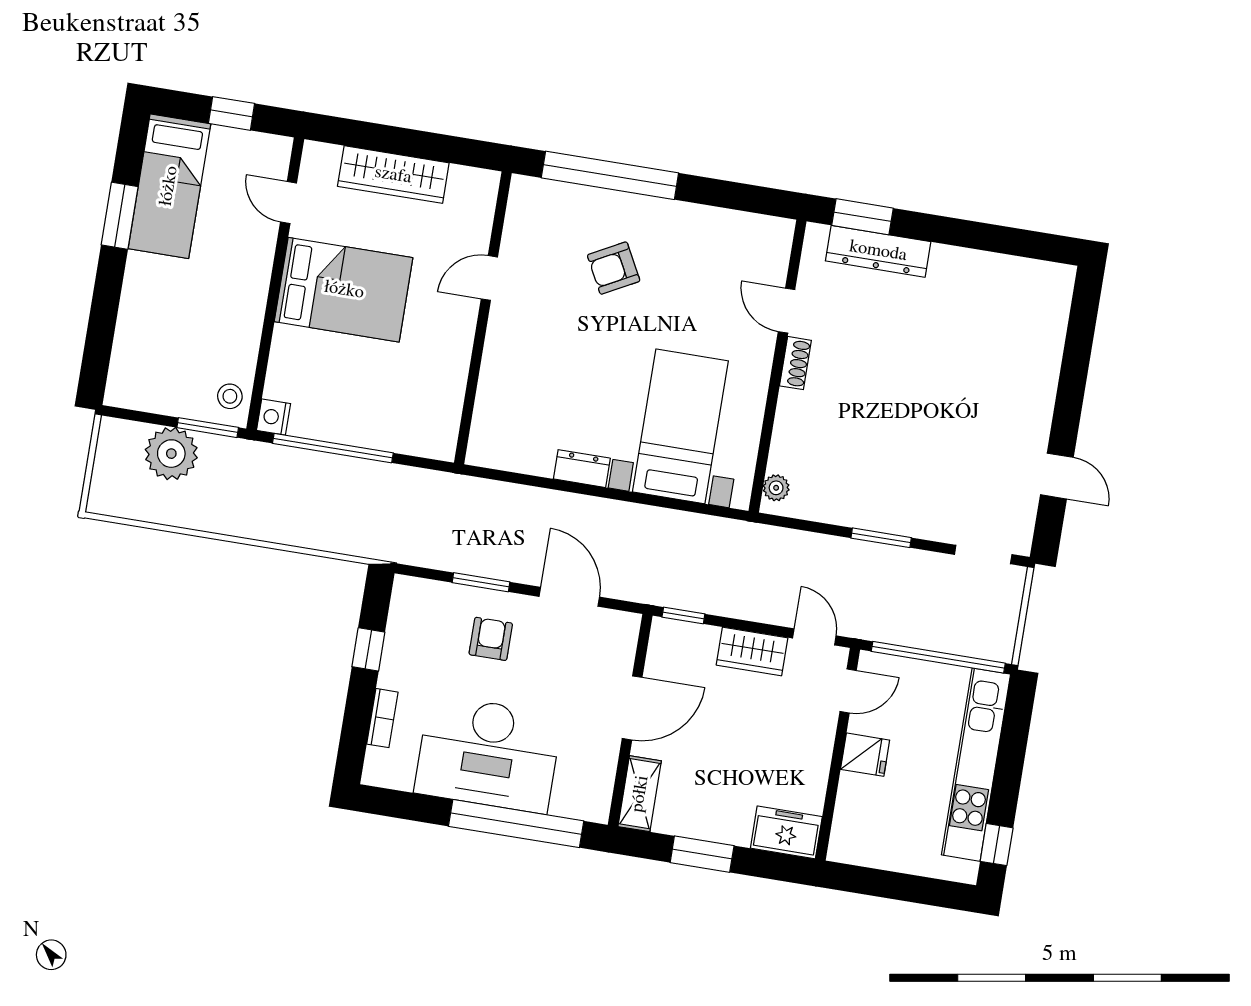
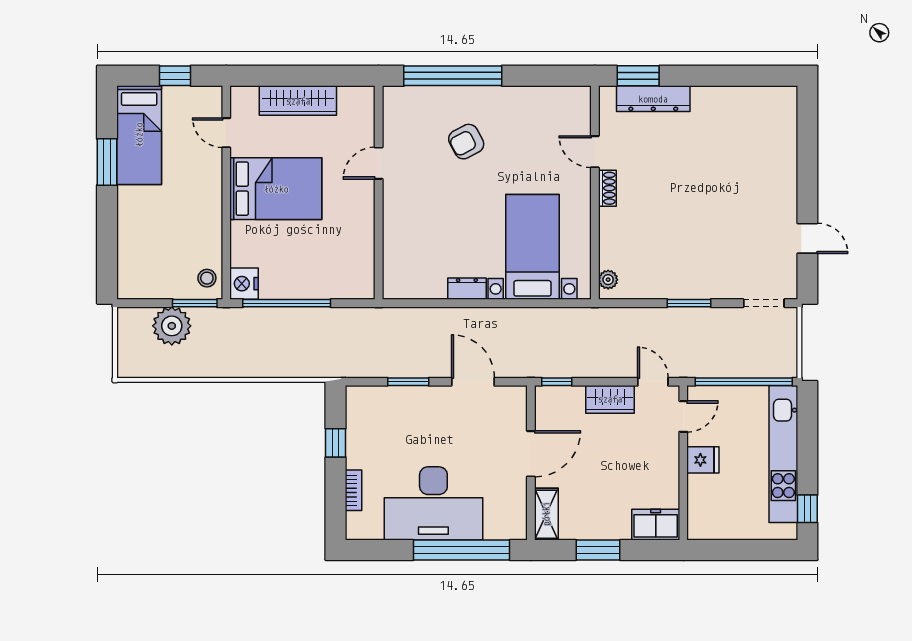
nightstand: (274, 417) -> (244, 284), width x1.36, depth x1.33
armchair: (491, 639) -> (422, 421), removed

